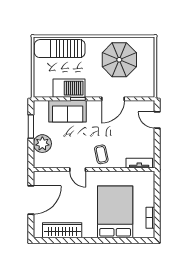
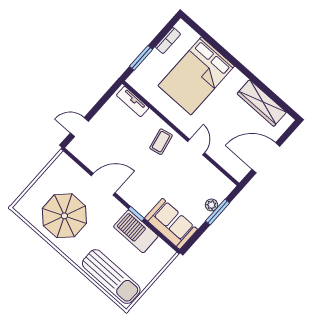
sofa: (68, 111) -> (171, 224), moved
door: (157, 120) -> (79, 127), swing flipped
window: (31, 126) -> (218, 212), moved
plant: (42, 144) -> (212, 205), width x0.53, depth x0.53
window: (157, 193) -> (141, 58), added

